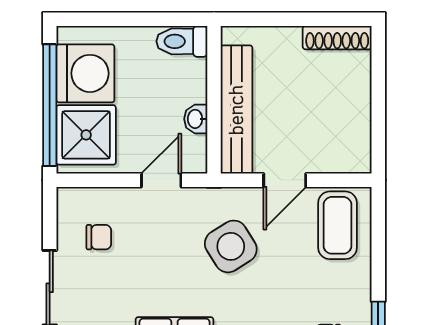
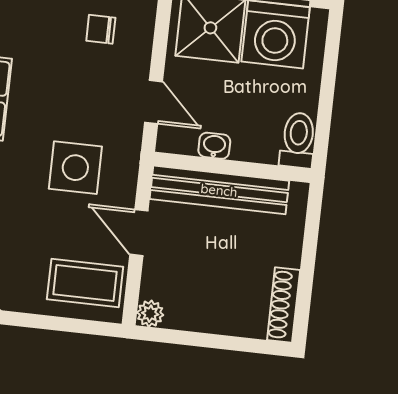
plant: (359, 161) -> (150, 314), added
chair: (99, 237) -> (101, 29), turned 90
side table: (231, 246) -> (75, 168), turned 32

